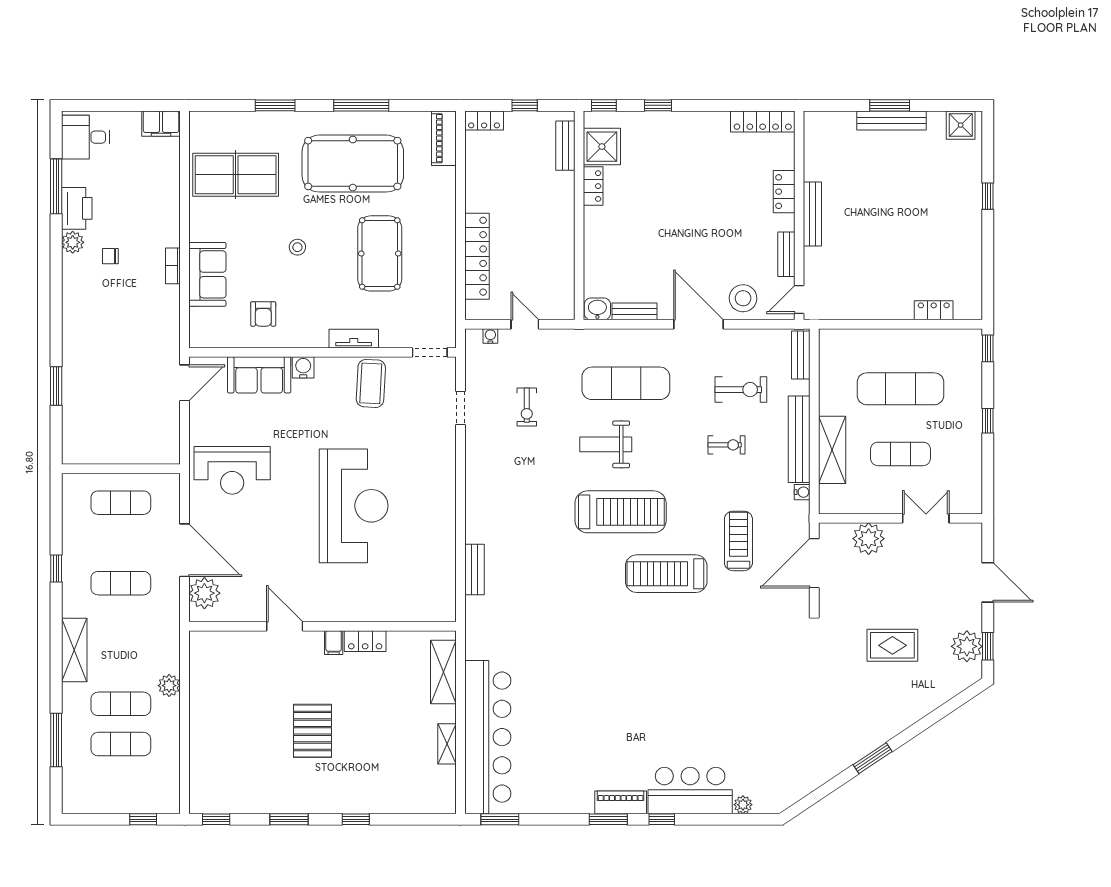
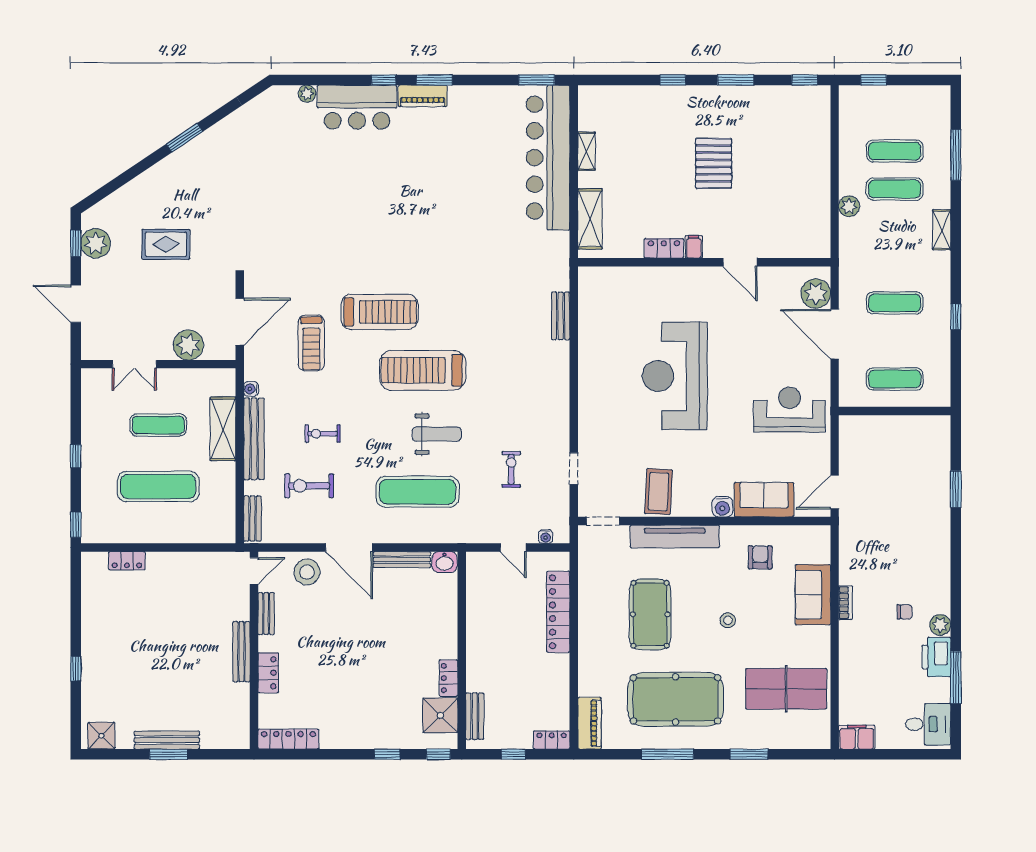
bench: (634, 311) -> (402, 560), width x1.36
tv unit: (354, 339) -> (675, 536), width x1.92, depth x1.29
shelving: (74, 650) -> (942, 230), width x0.67, depth x0.75

